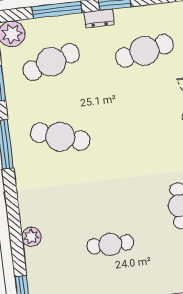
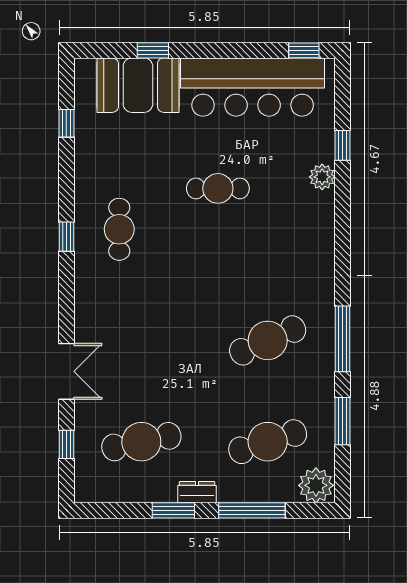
cafe table: (60, 137) -> (268, 340), turned -42
plant: (31, 237) -> (322, 177), moved

